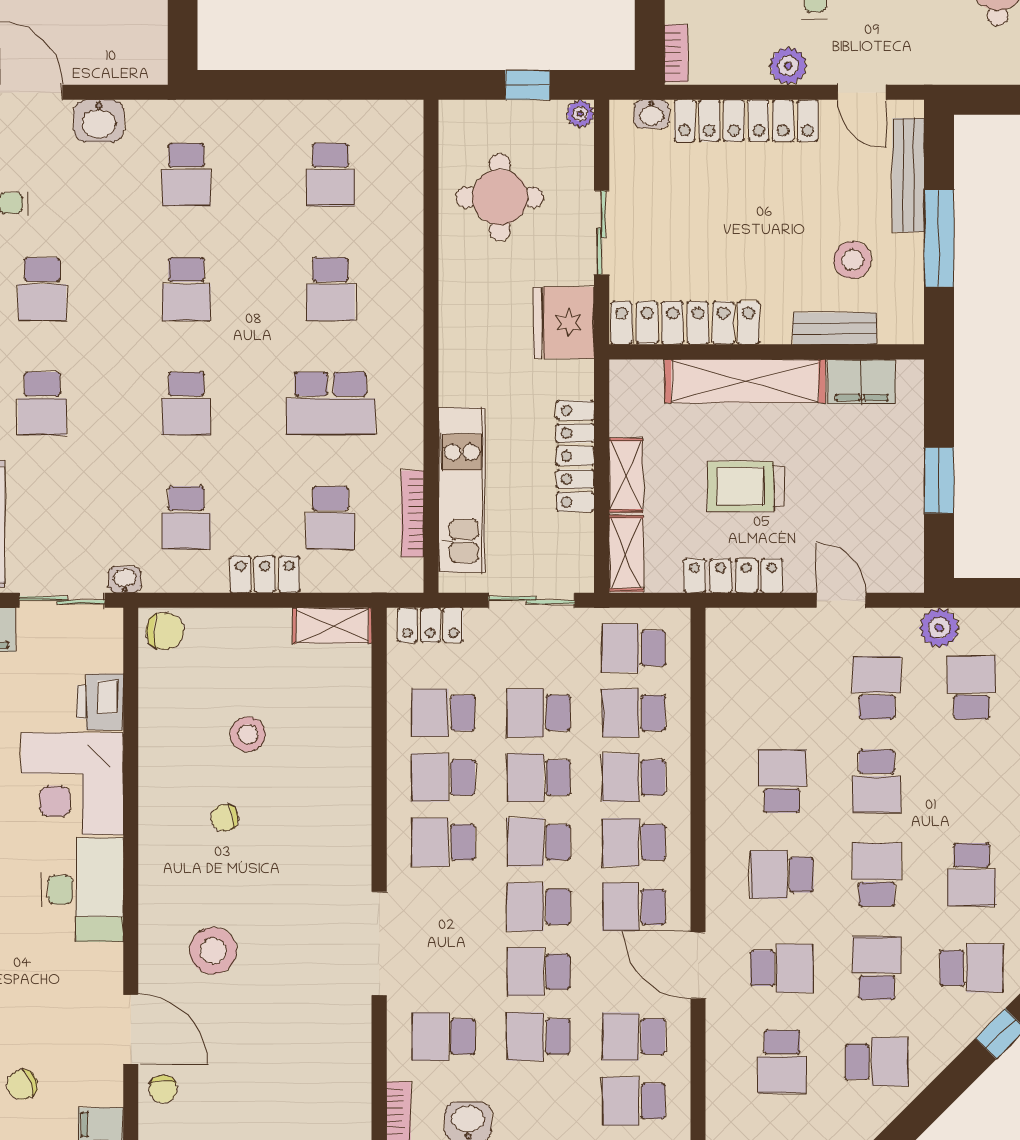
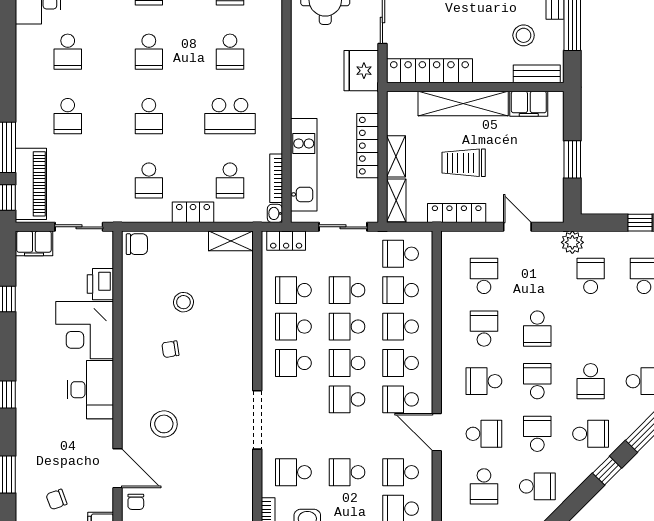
bench: (835, 329) -> (537, 74), moved
washbasin: (125, 580) -> (275, 213), moved, turned -90
school desk: (877, 688) -> (484, 276), moved
school desk: (539, 972) -> (347, 436), removed

